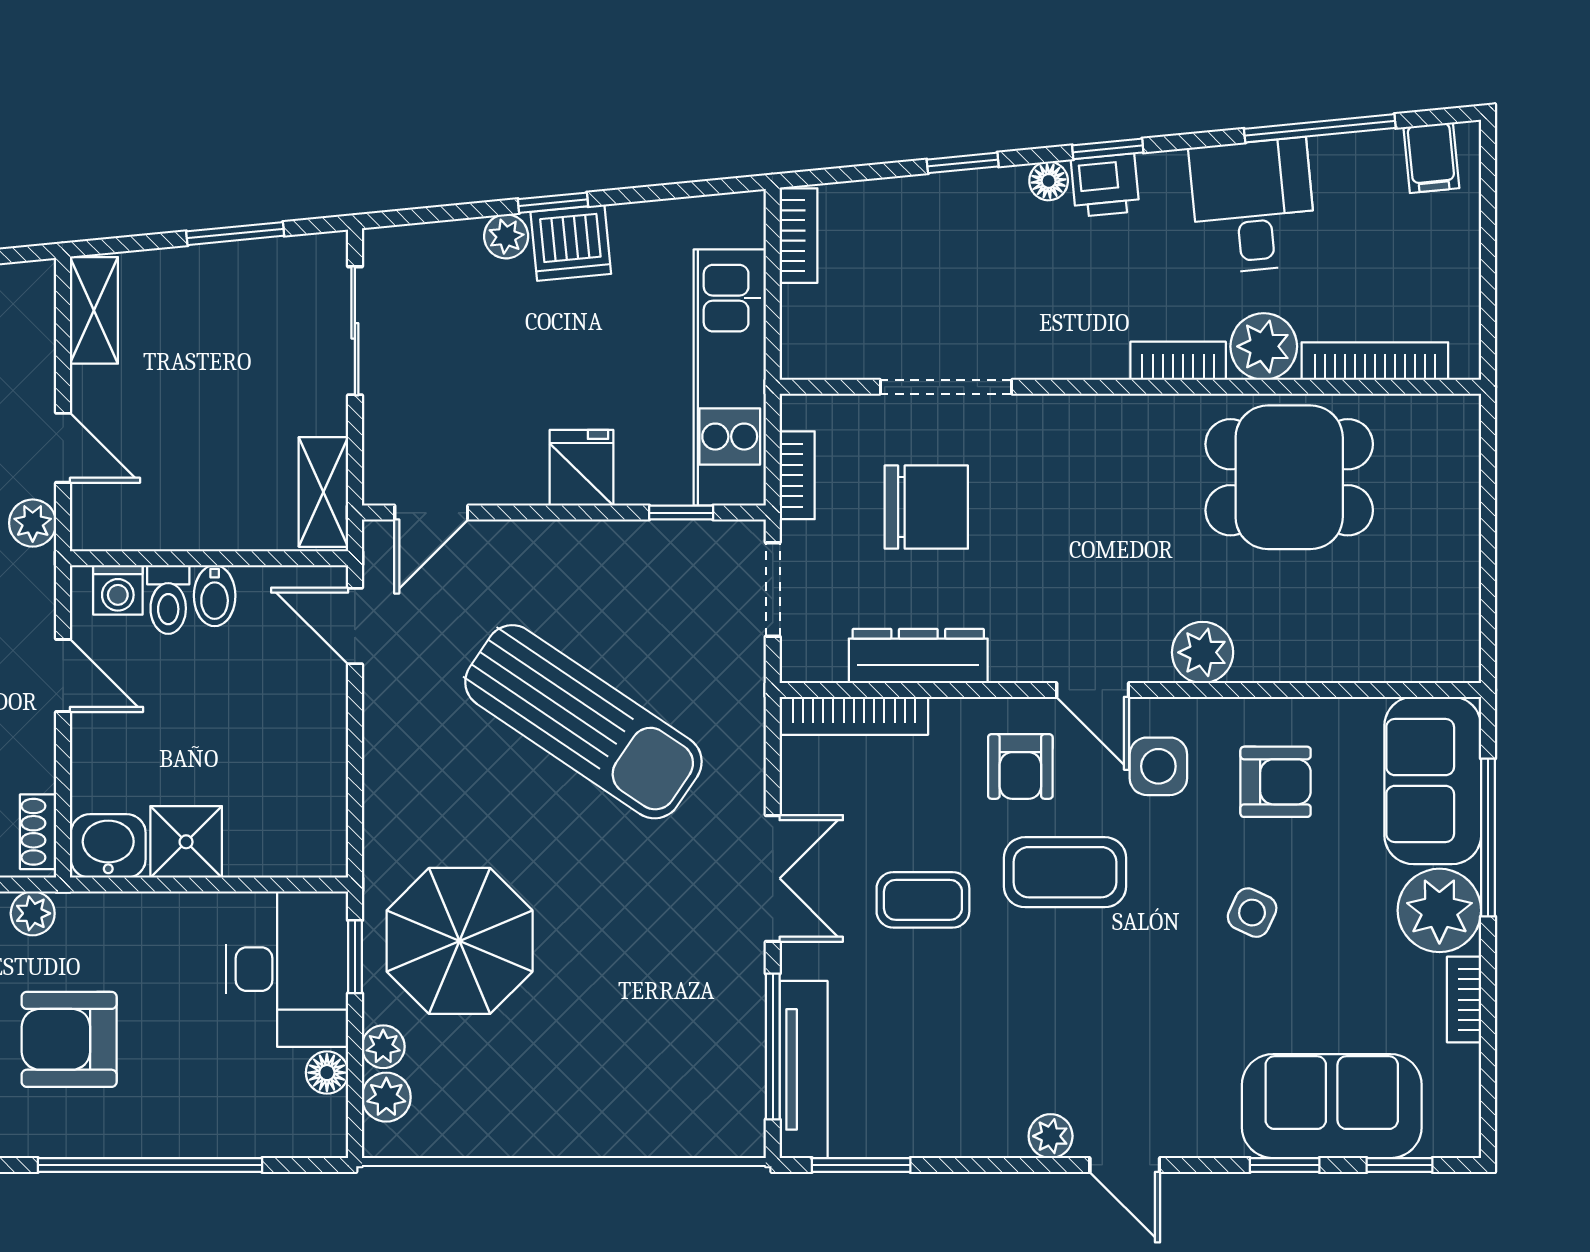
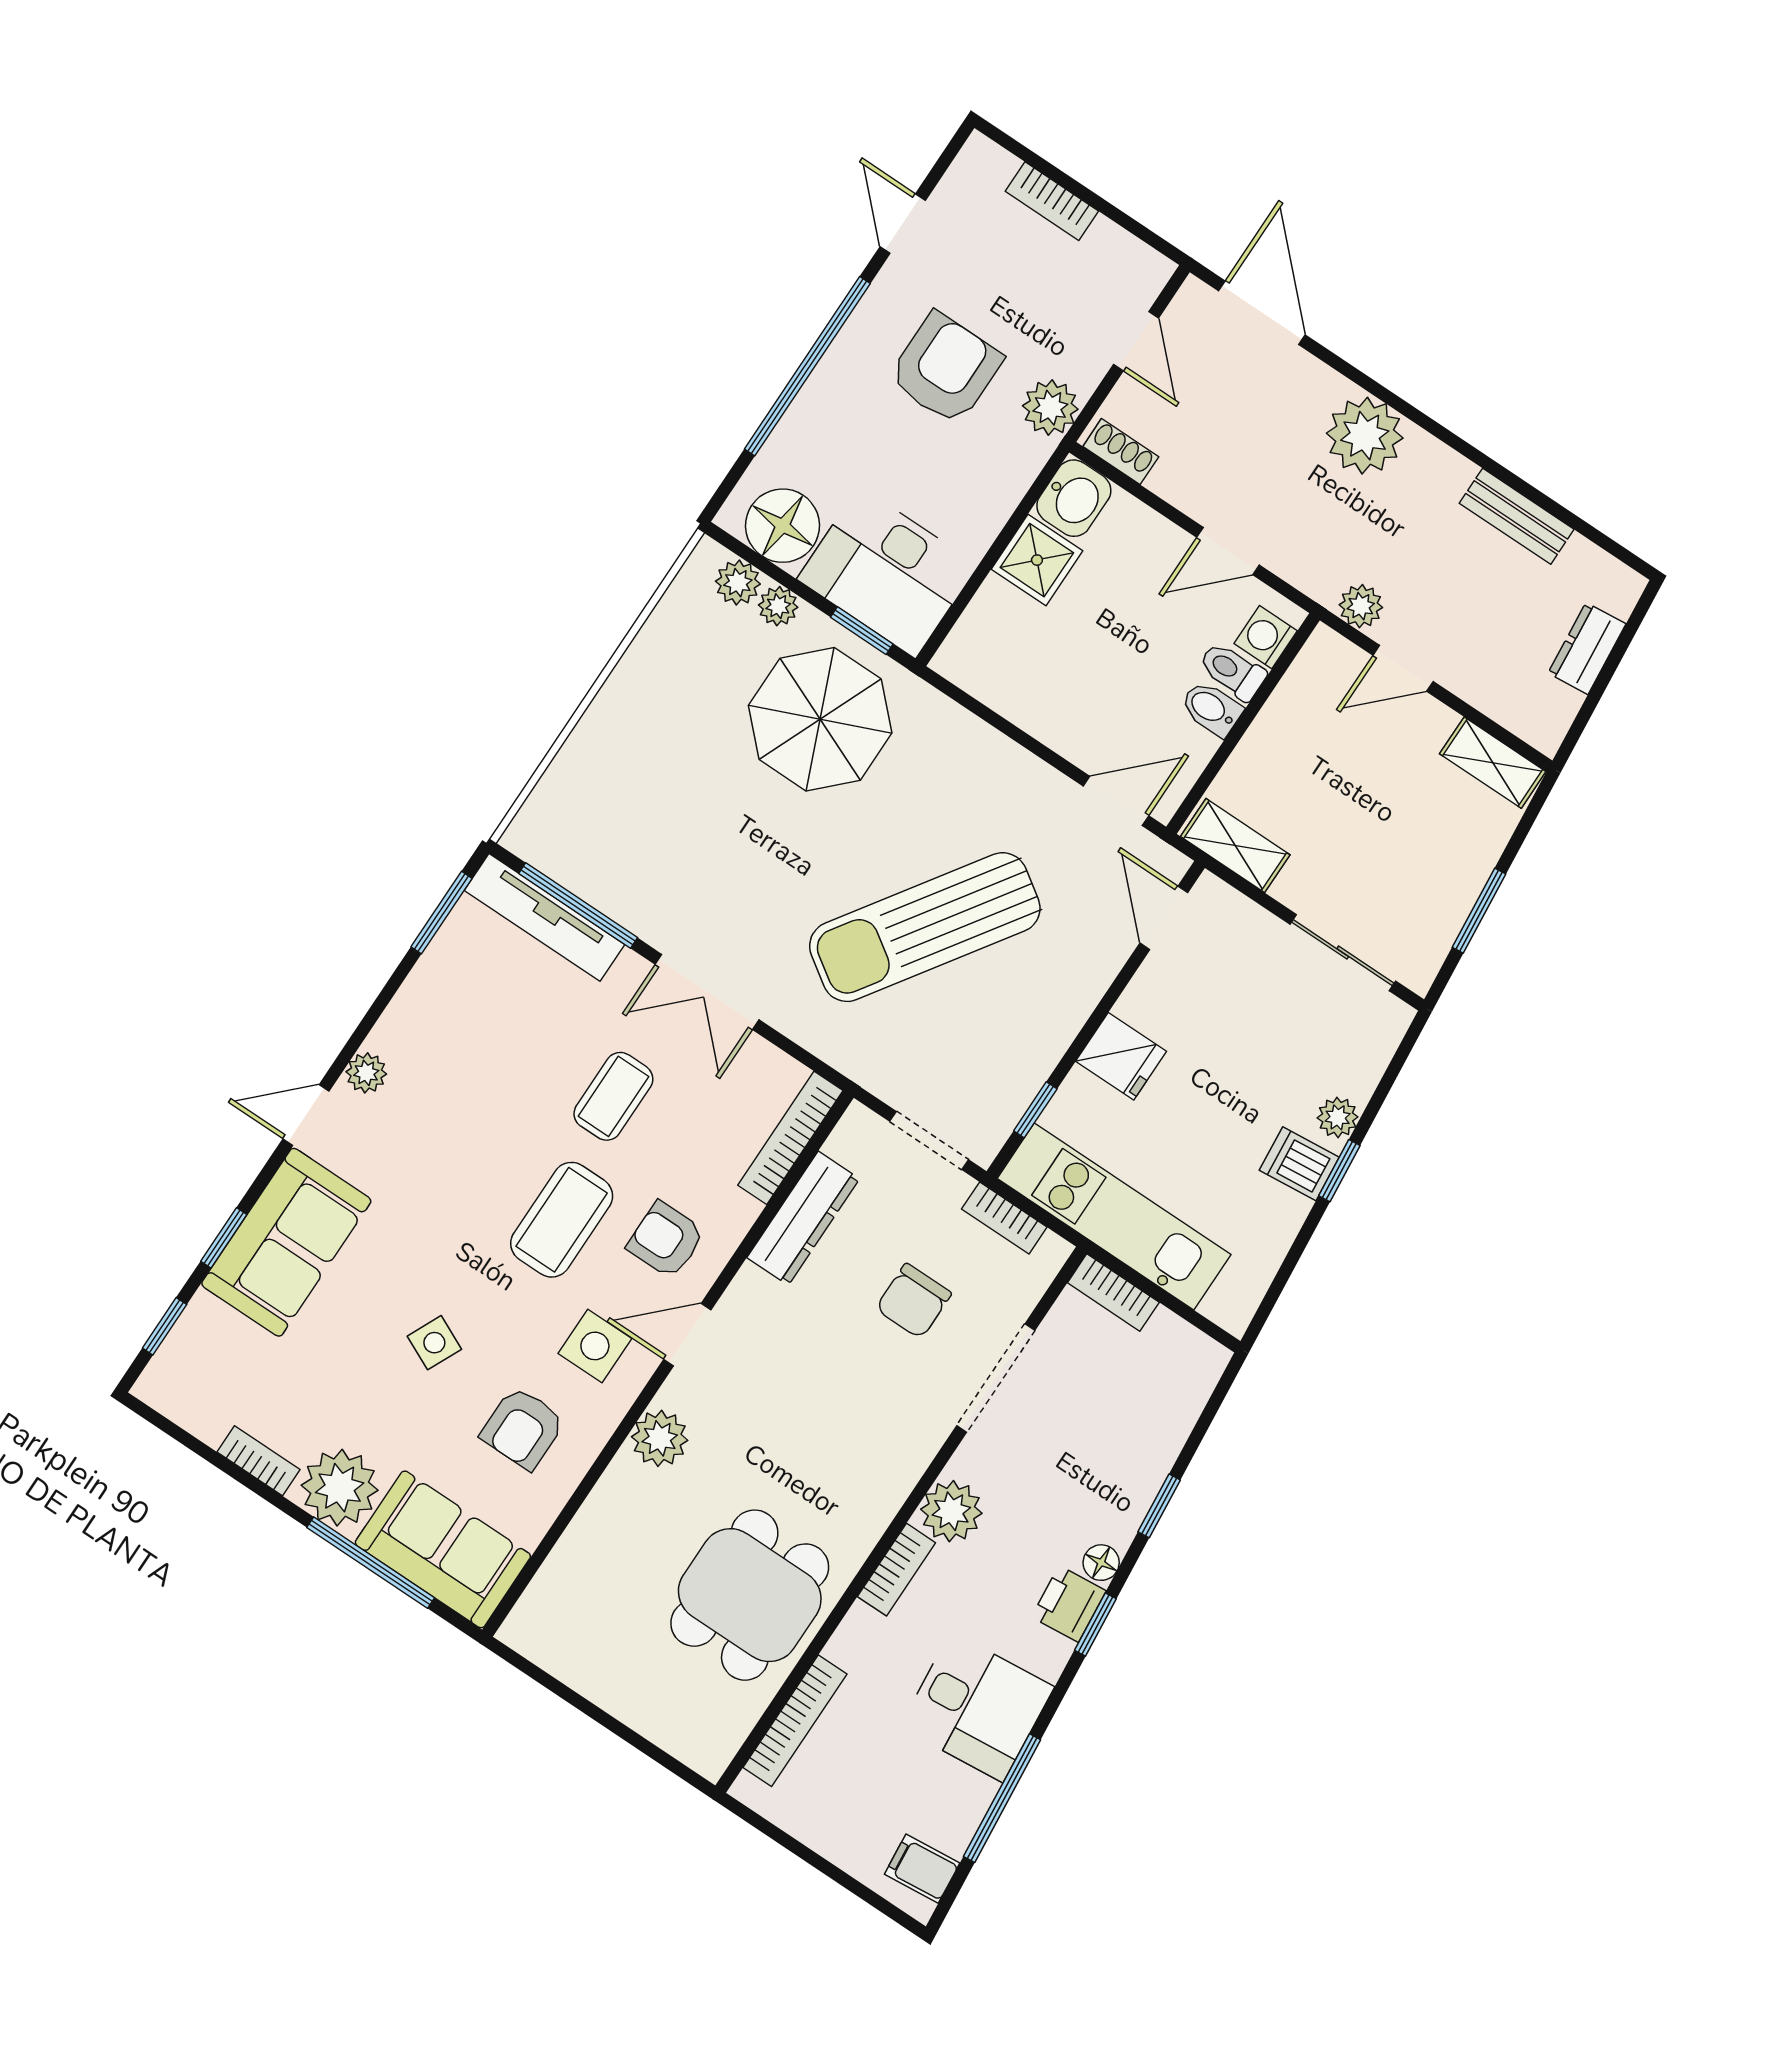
bookcase: (798, 236) -> (1113, 1293), moved
dishwasher: (571, 243) -> (1299, 1164), width x0.73
plant: (1264, 346) -> (951, 1511), moved
chair: (926, 507) -> (913, 1301), width x0.73, depth x0.73
plant: (33, 913) -> (1050, 408), width x1.38, depth x1.38
floor lamp: (327, 1073) -> (783, 526), width x1.89, depth x1.89
sofa: (1332, 1106) -> (286, 1242), moved

